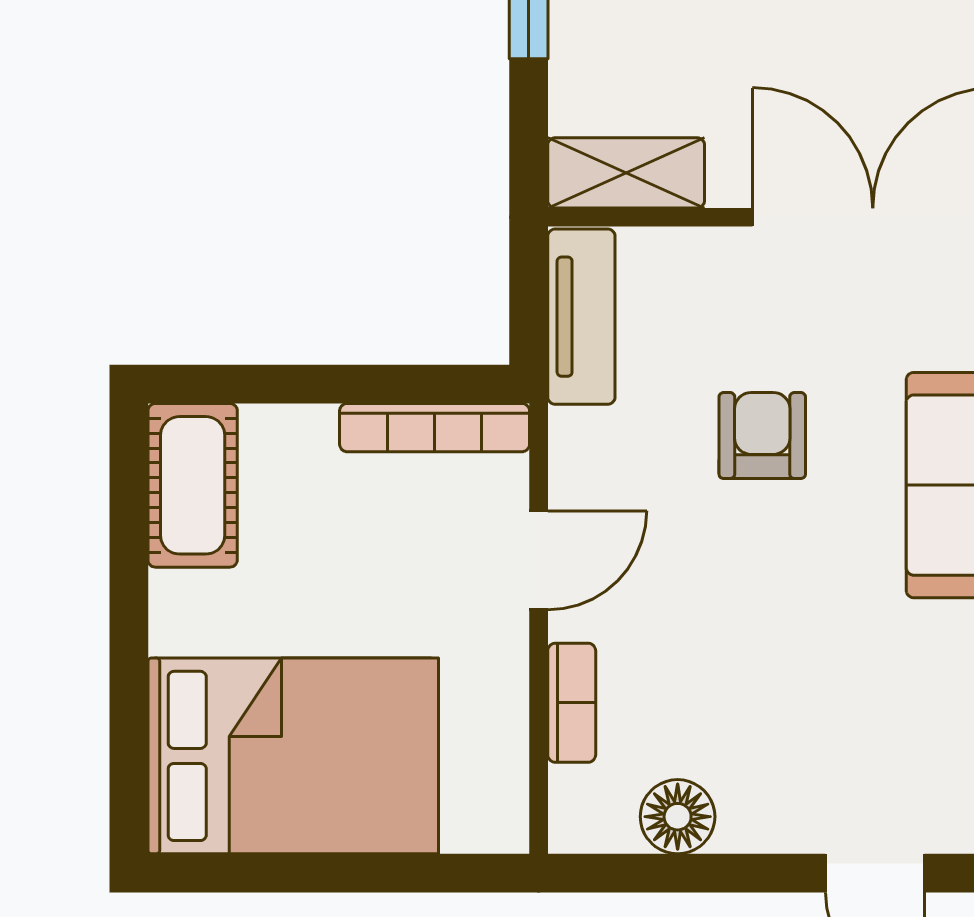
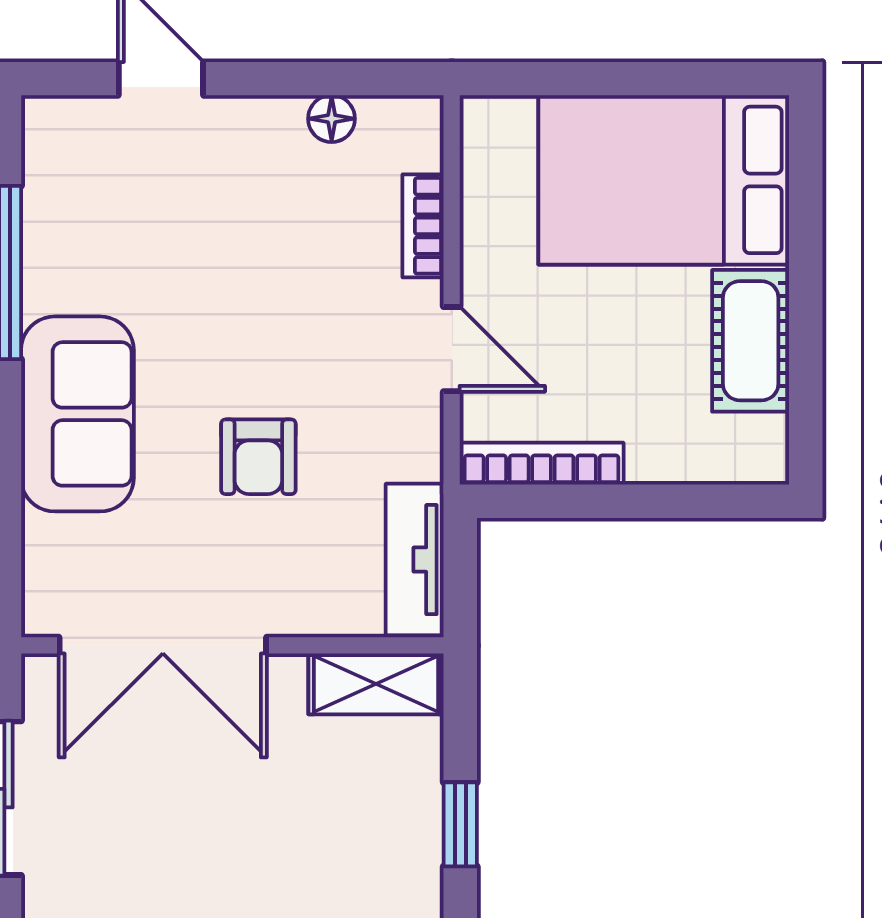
cot: (193, 485) -> (751, 341), moved
door: (539, 560) -> (452, 349), swing flipped
floor lamp: (678, 817) -> (332, 119), width x0.73, depth x0.73

